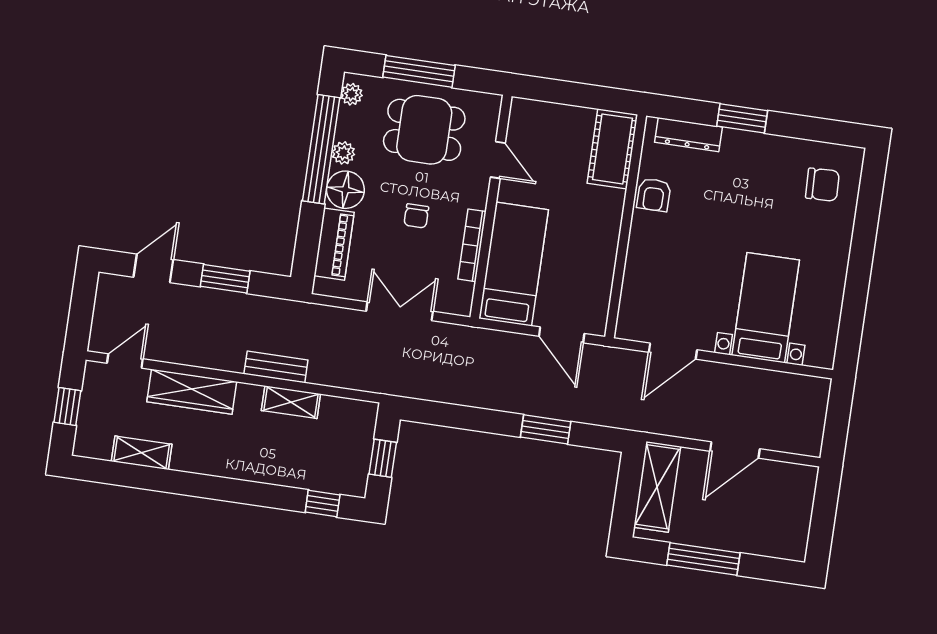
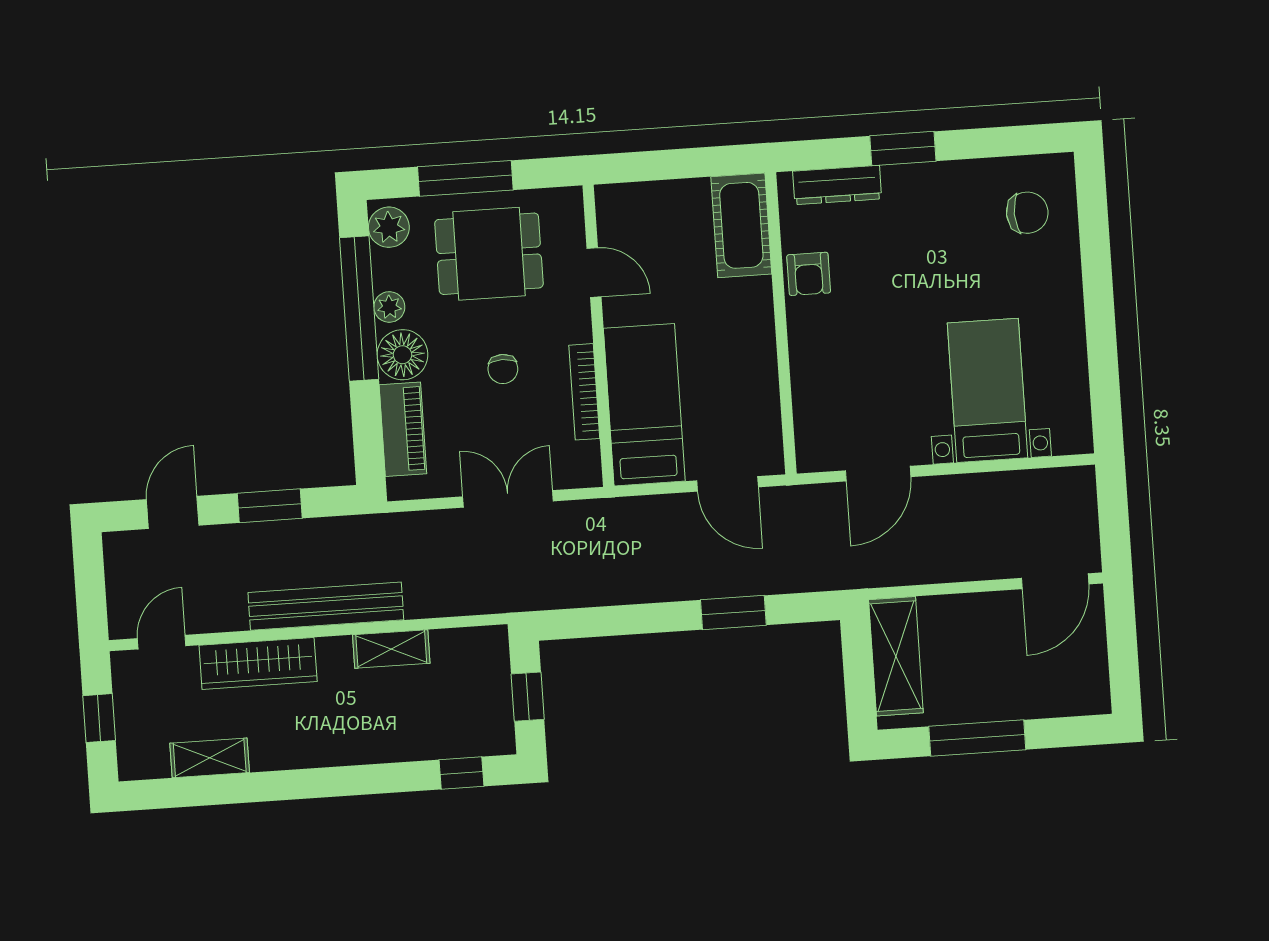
plant: (351, 94) -> (389, 227), width x1.38, depth x1.38
bench: (276, 367) -> (326, 606), width x1.86, depth x1.21
door: (735, 450) -> (1055, 581), moved

